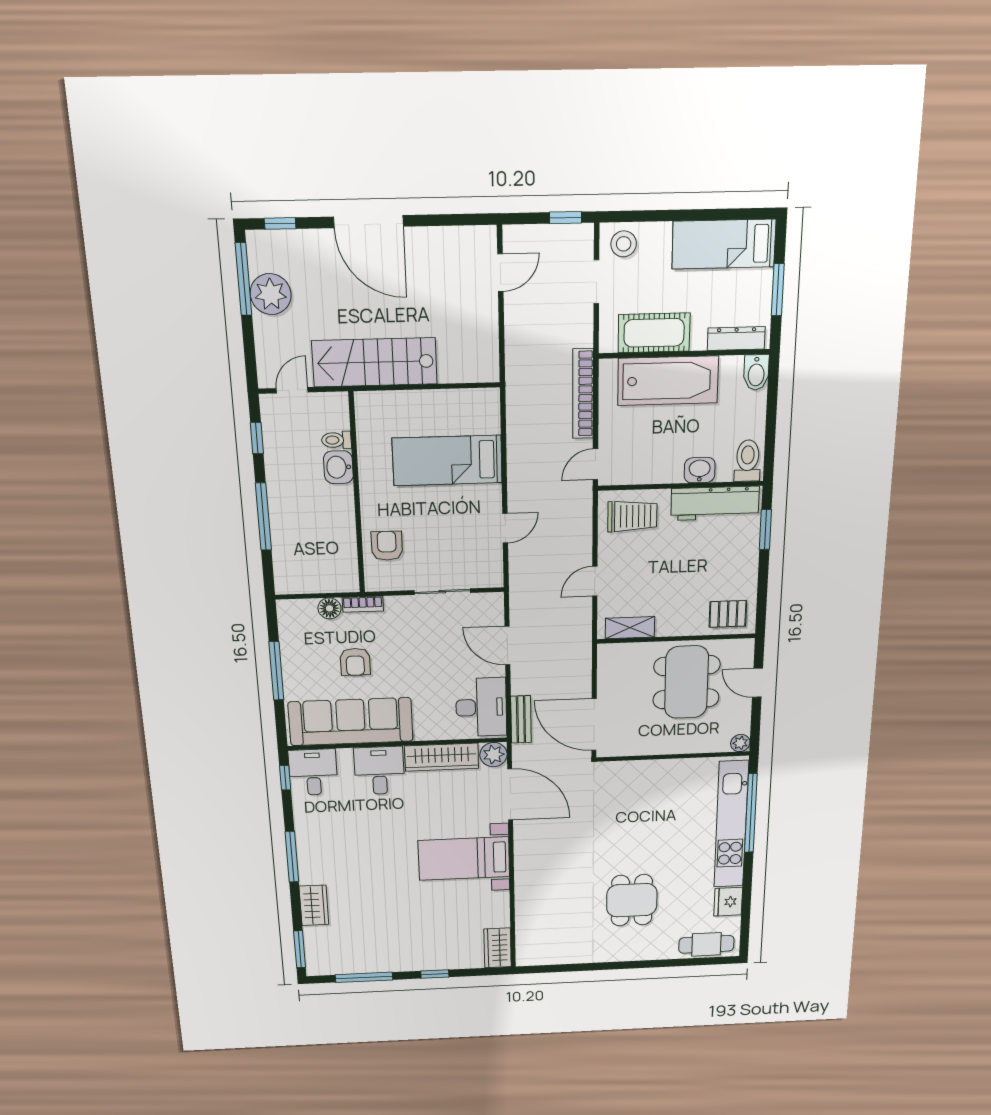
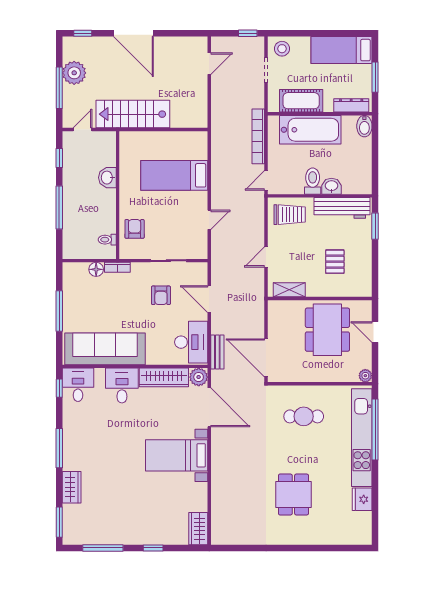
window: (244, 279) -> (59, 88), moved
toilet: (336, 440) -> (107, 240), moved
toilet: (748, 461) -> (313, 181), moved
pallet: (728, 614) -> (335, 262), moved, turned 90
armchair: (355, 662) -> (161, 295), moved
cafe table: (706, 944) -> (304, 416), moved

